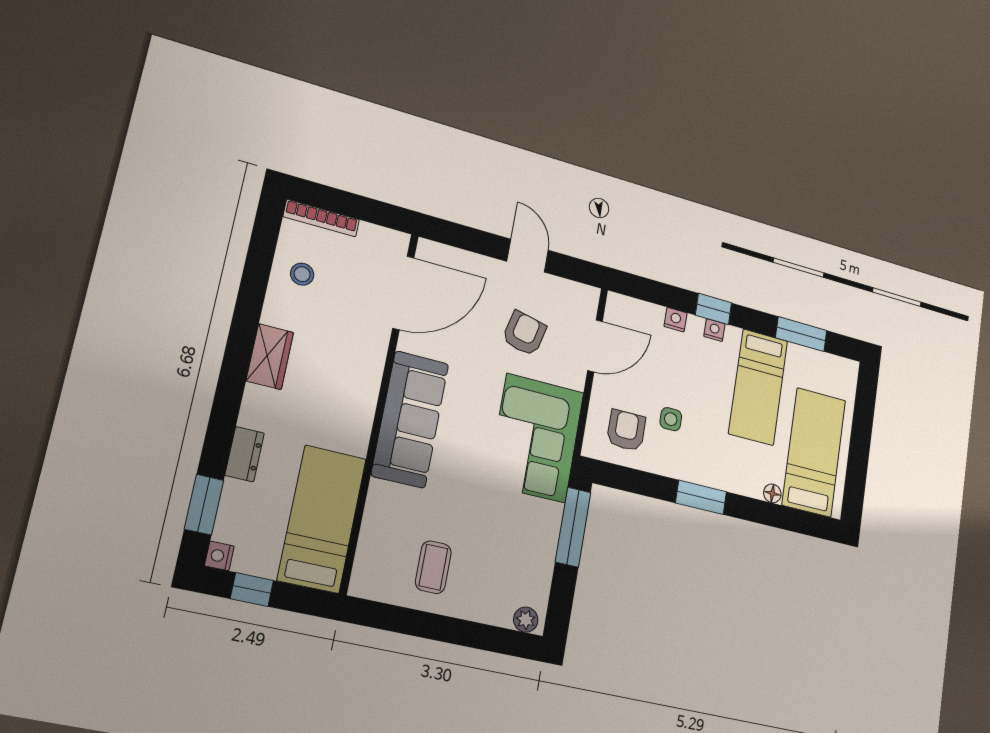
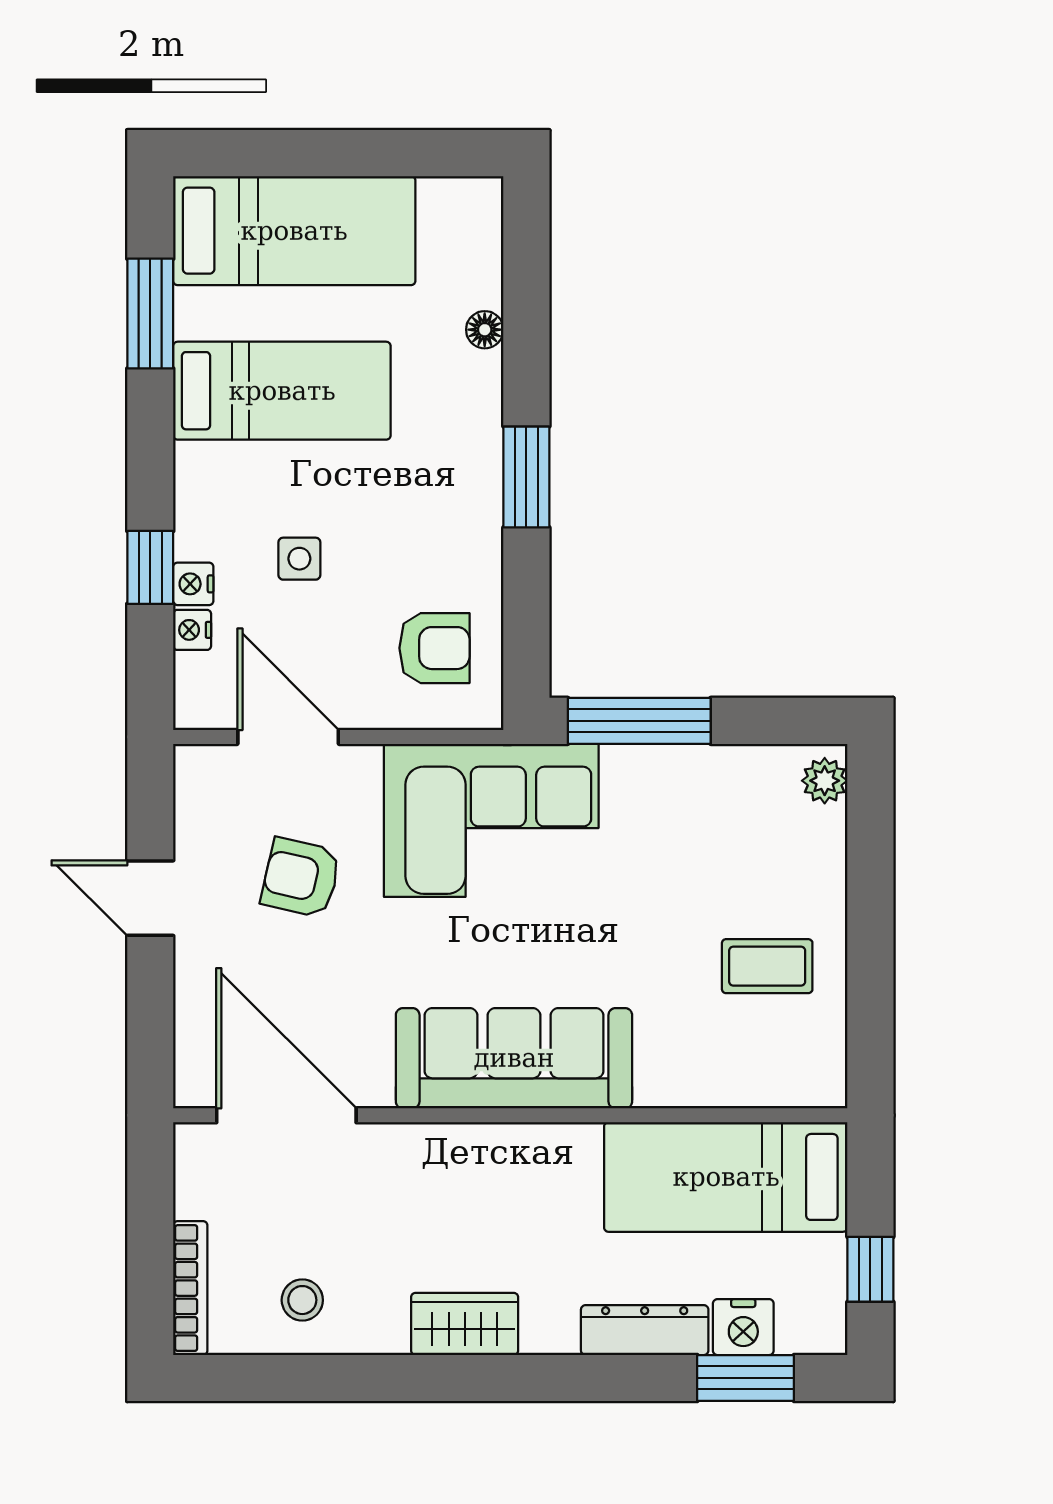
door: (528, 256) -> (150, 898), hinge flipped
window: (713, 309) -> (150, 567), moved
nightstand: (714, 330) -> (192, 630), moved
side table: (671, 419) -> (299, 559), moved
armchair: (626, 430) -> (435, 648), turned 180
bed: (814, 452) -> (294, 231), moved, turned 180
dresser: (245, 454) -> (645, 1330), width x1.44
nightstand: (219, 556) -> (743, 1327), moved, width x1.39, depth x1.35

